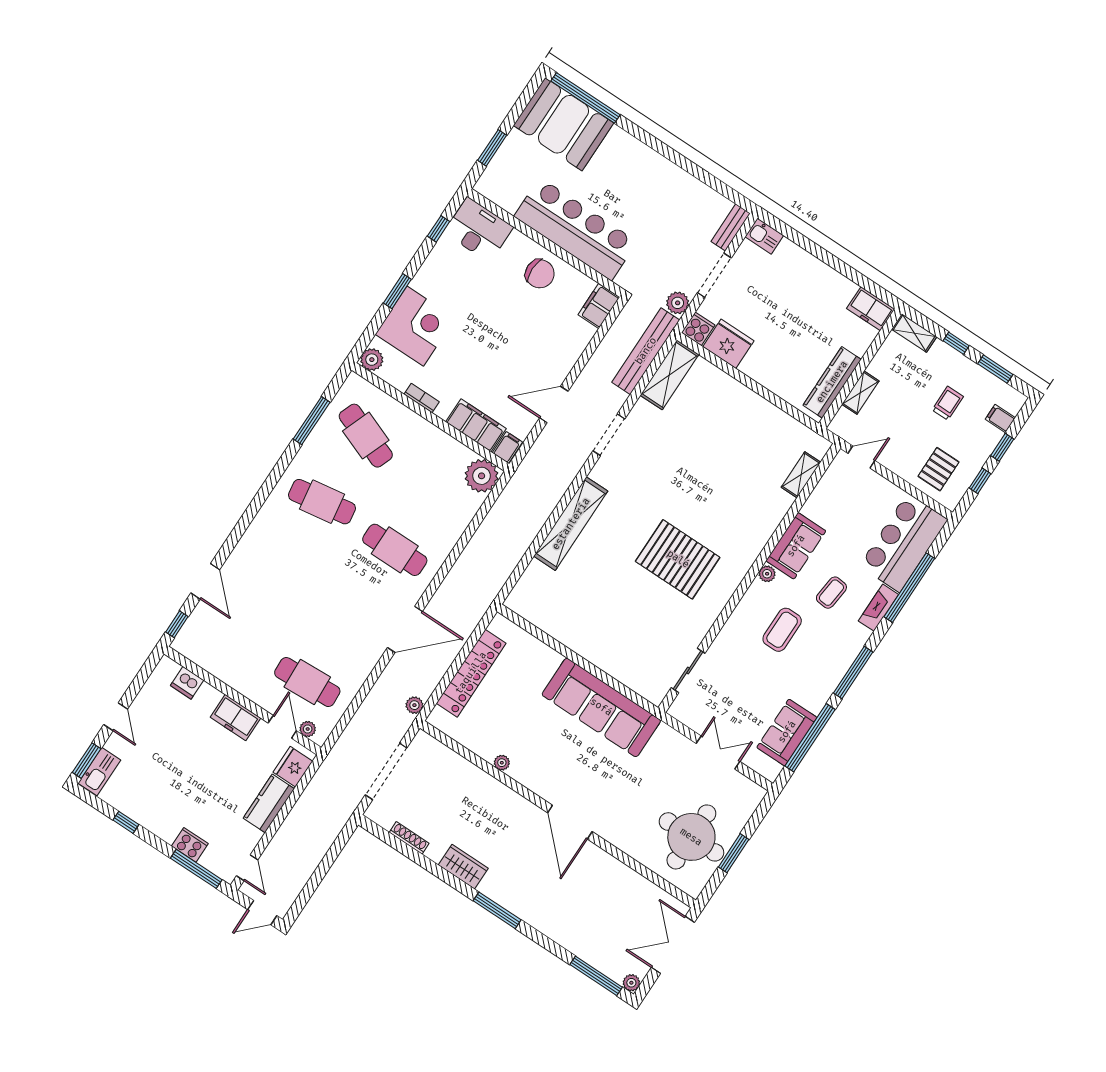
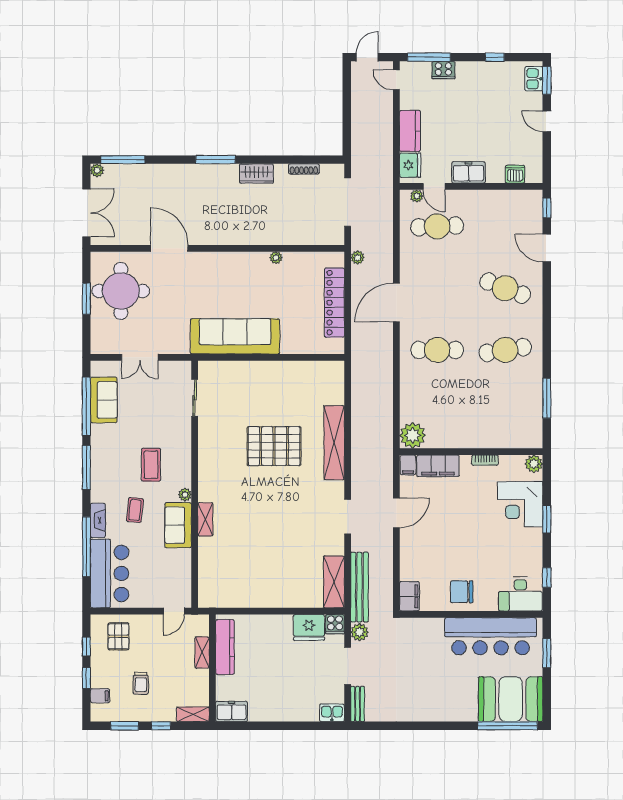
bar counter: (576, 229) -> (491, 636), moved
cafe table: (366, 436) -> (505, 288), moved
shelving: (801, 475) -> (205, 519), moved
pallet: (678, 559) -> (274, 446), moved
kitchen sink: (99, 772) -> (534, 79), width x0.73
door: (570, 822) -> (169, 248), moved

